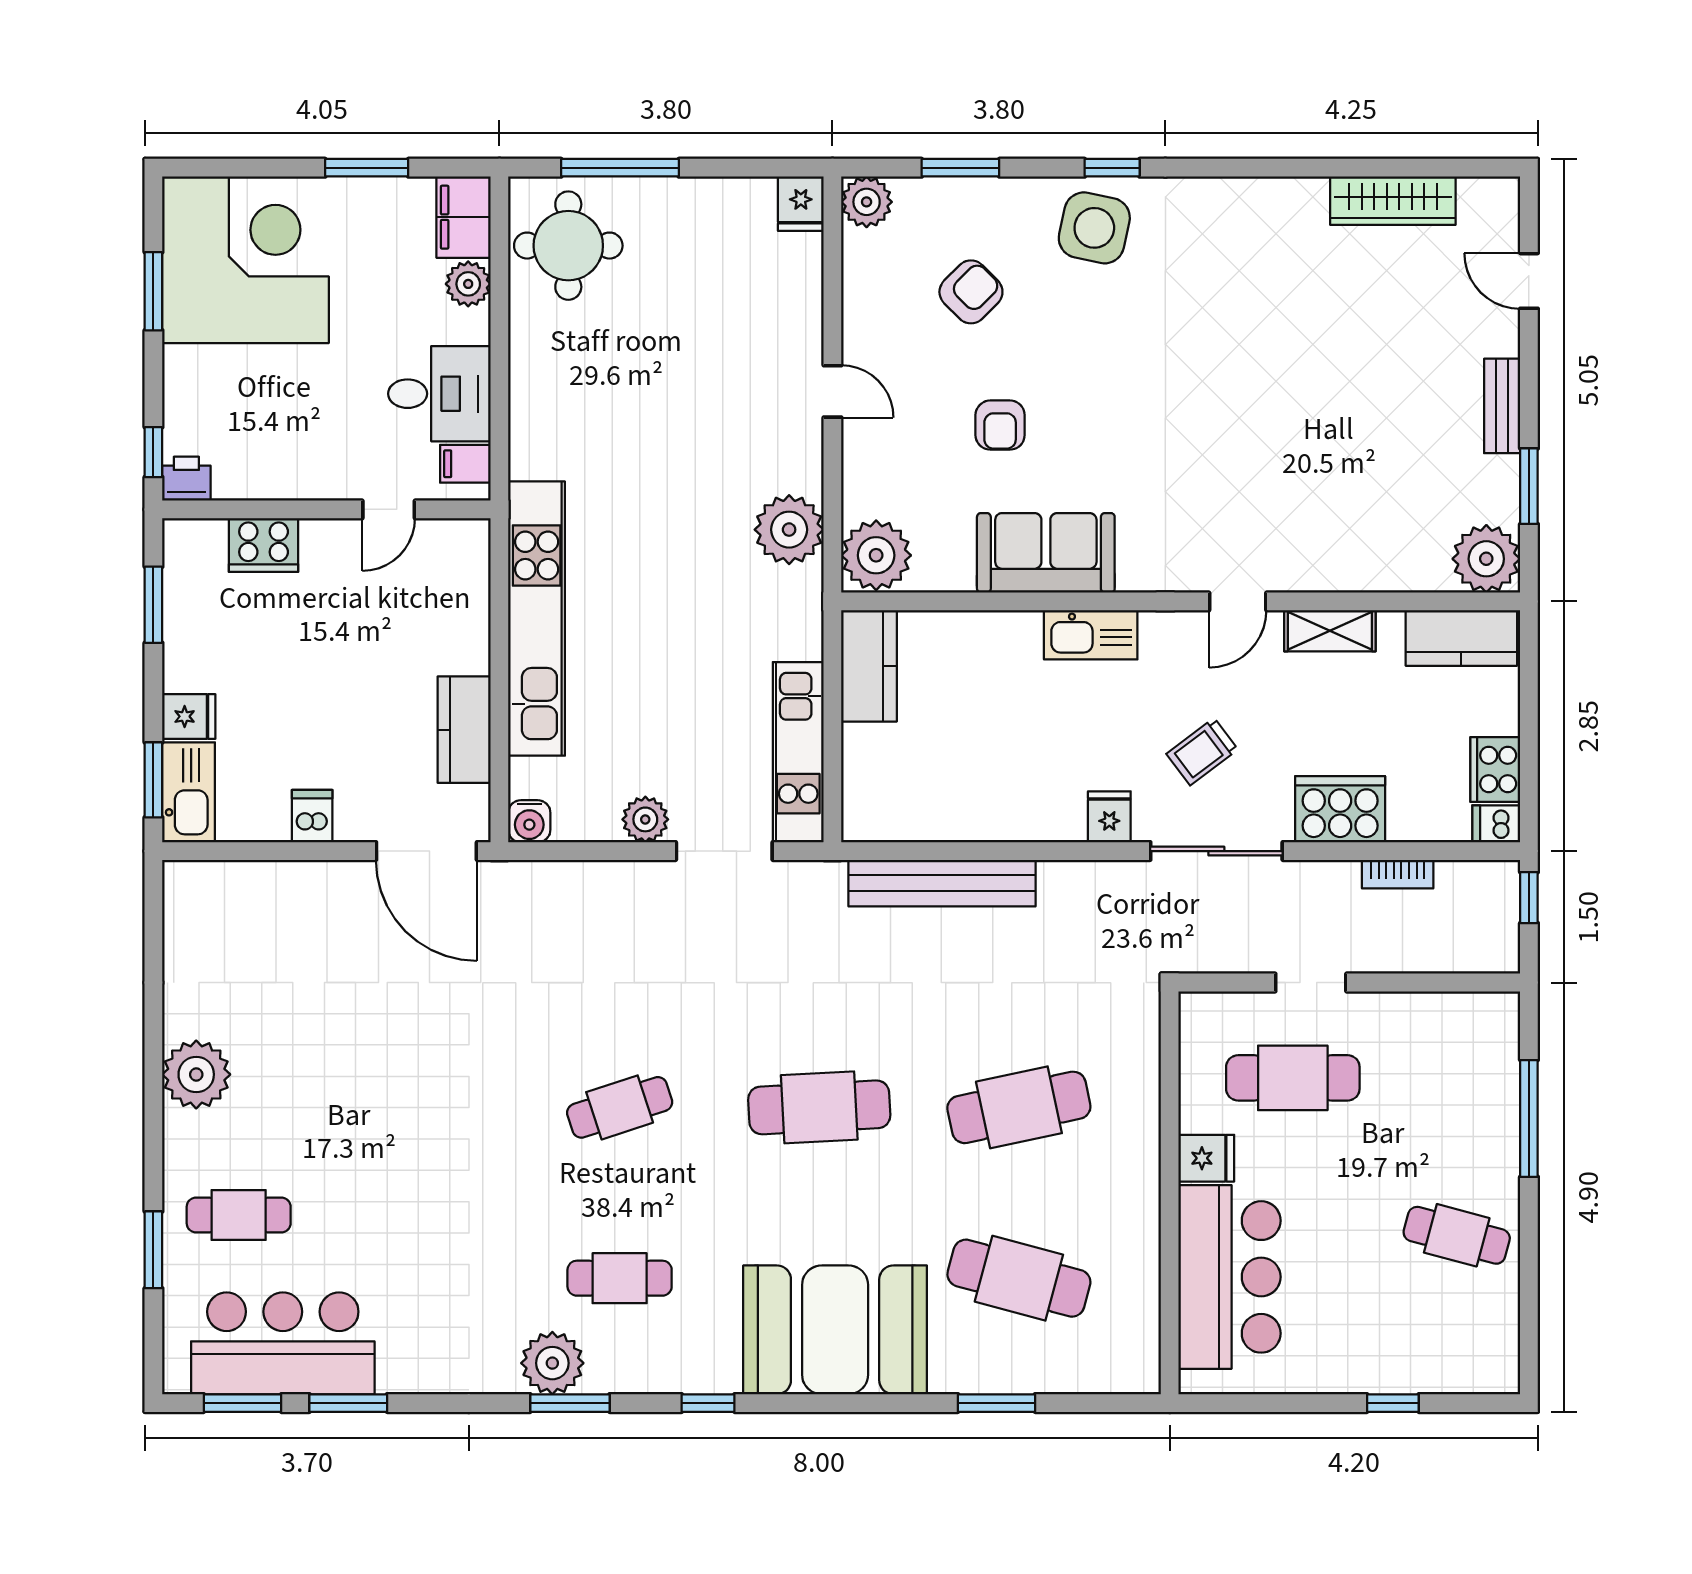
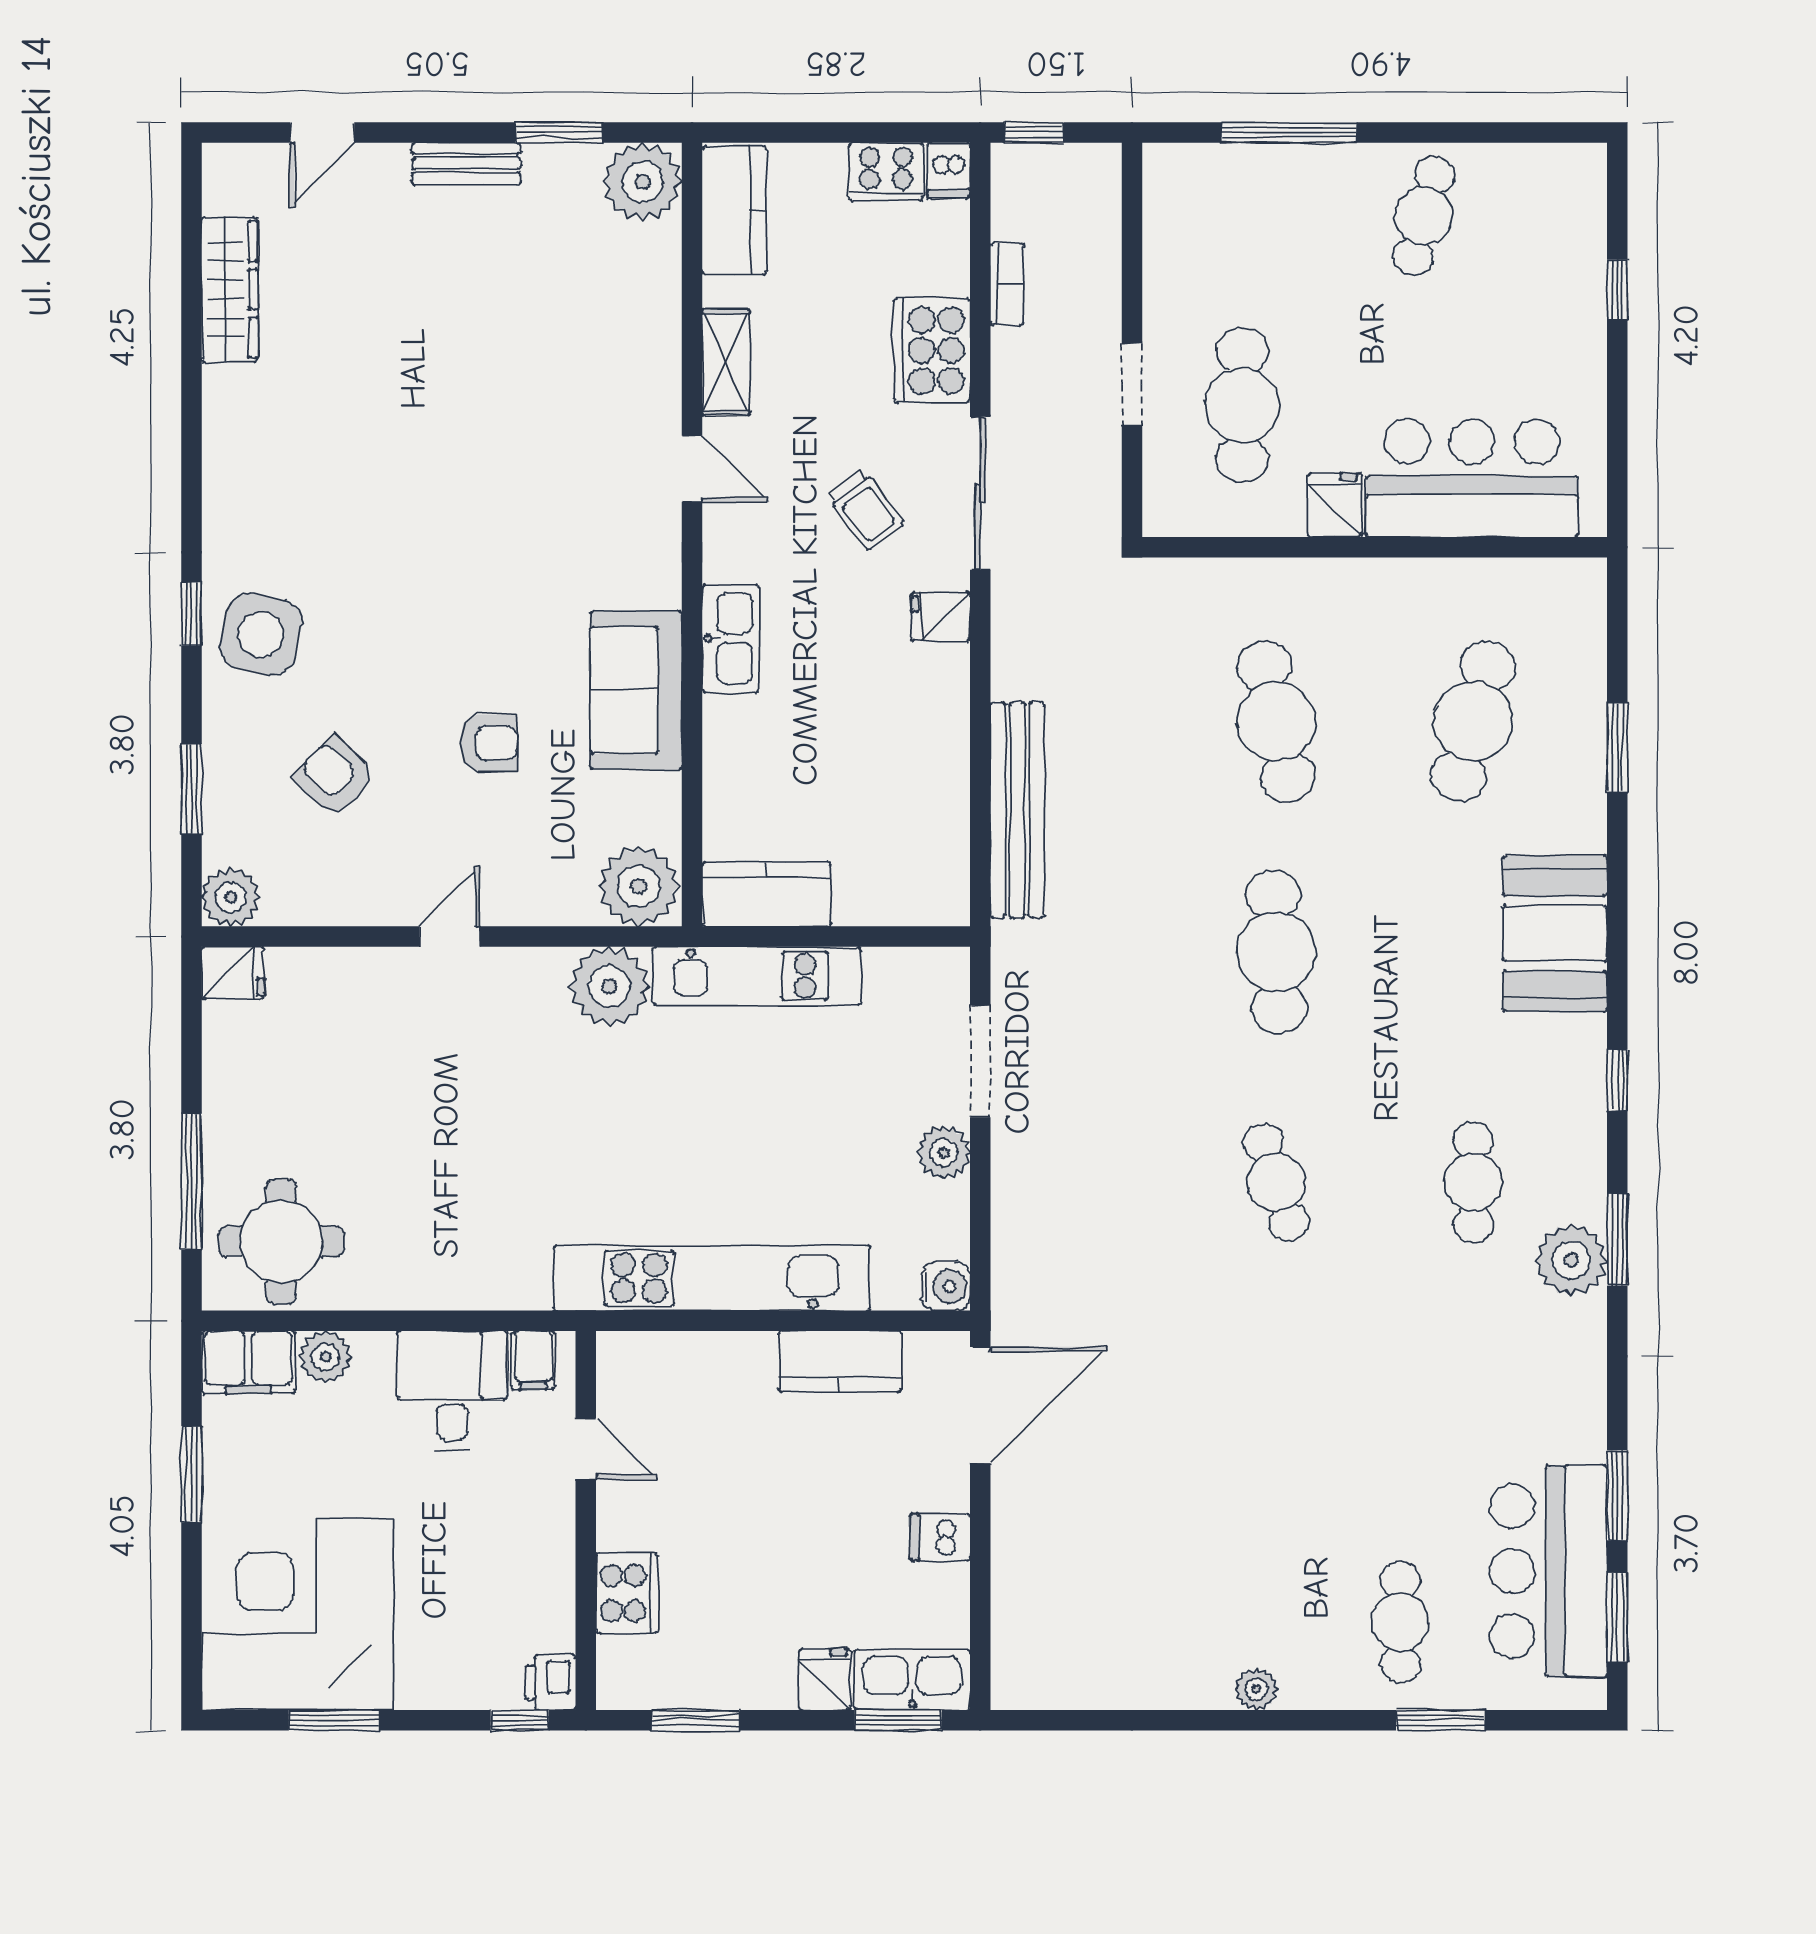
kitchen unit: (798, 752) -> (757, 976), moved
plant: (196, 1074) -> (1256, 1689), width x0.53, depth x0.53
booth: (835, 1330) -> (1555, 933), width x0.73, depth x0.70

